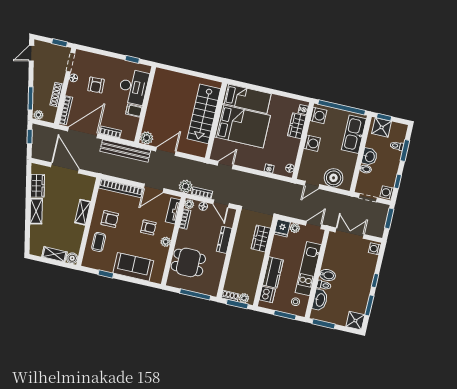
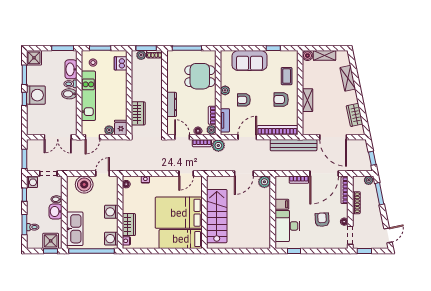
bench: (125, 151) -> (294, 145), moved
shelving: (36, 211) -> (348, 78), moved
washing machine: (375, 249) -> (36, 95), moved, width x1.89, depth x1.89
kitchen counter: (273, 272) -> (120, 85), removed

